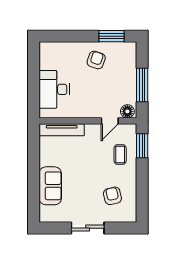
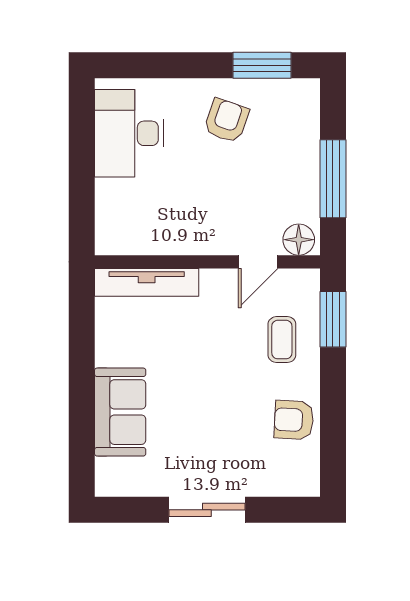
desk: (54, 89) -> (129, 133), moved
armchair: (112, 196) -> (294, 420), moved, turned -74

